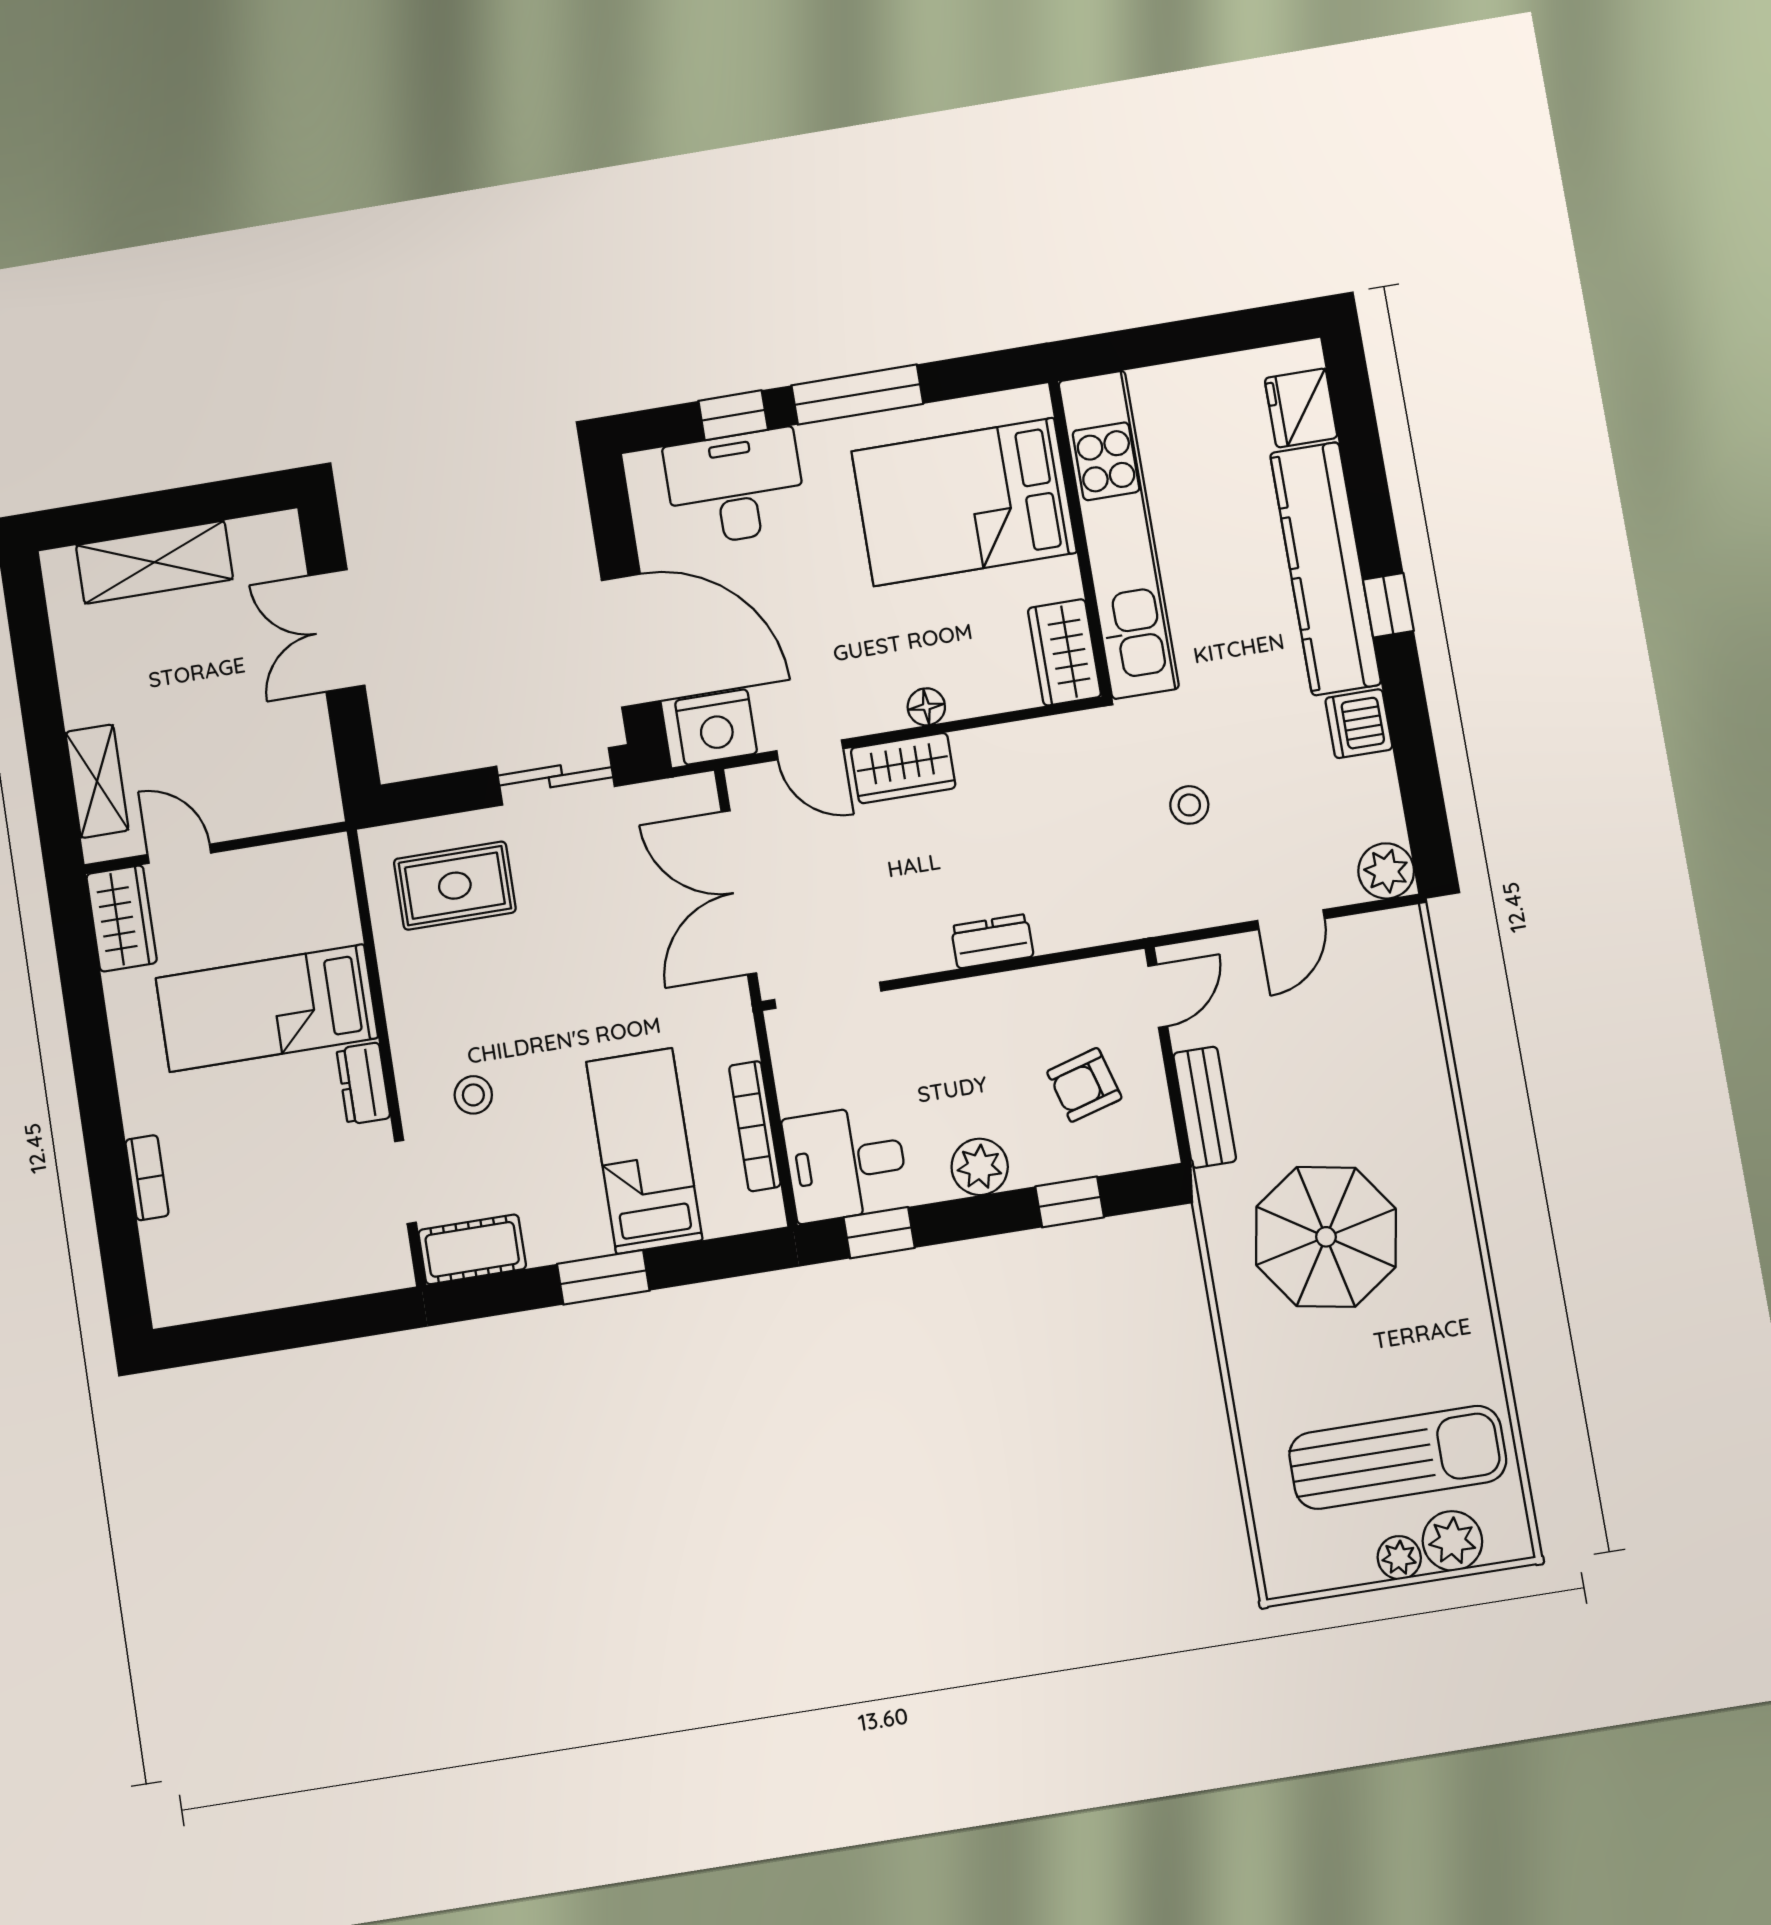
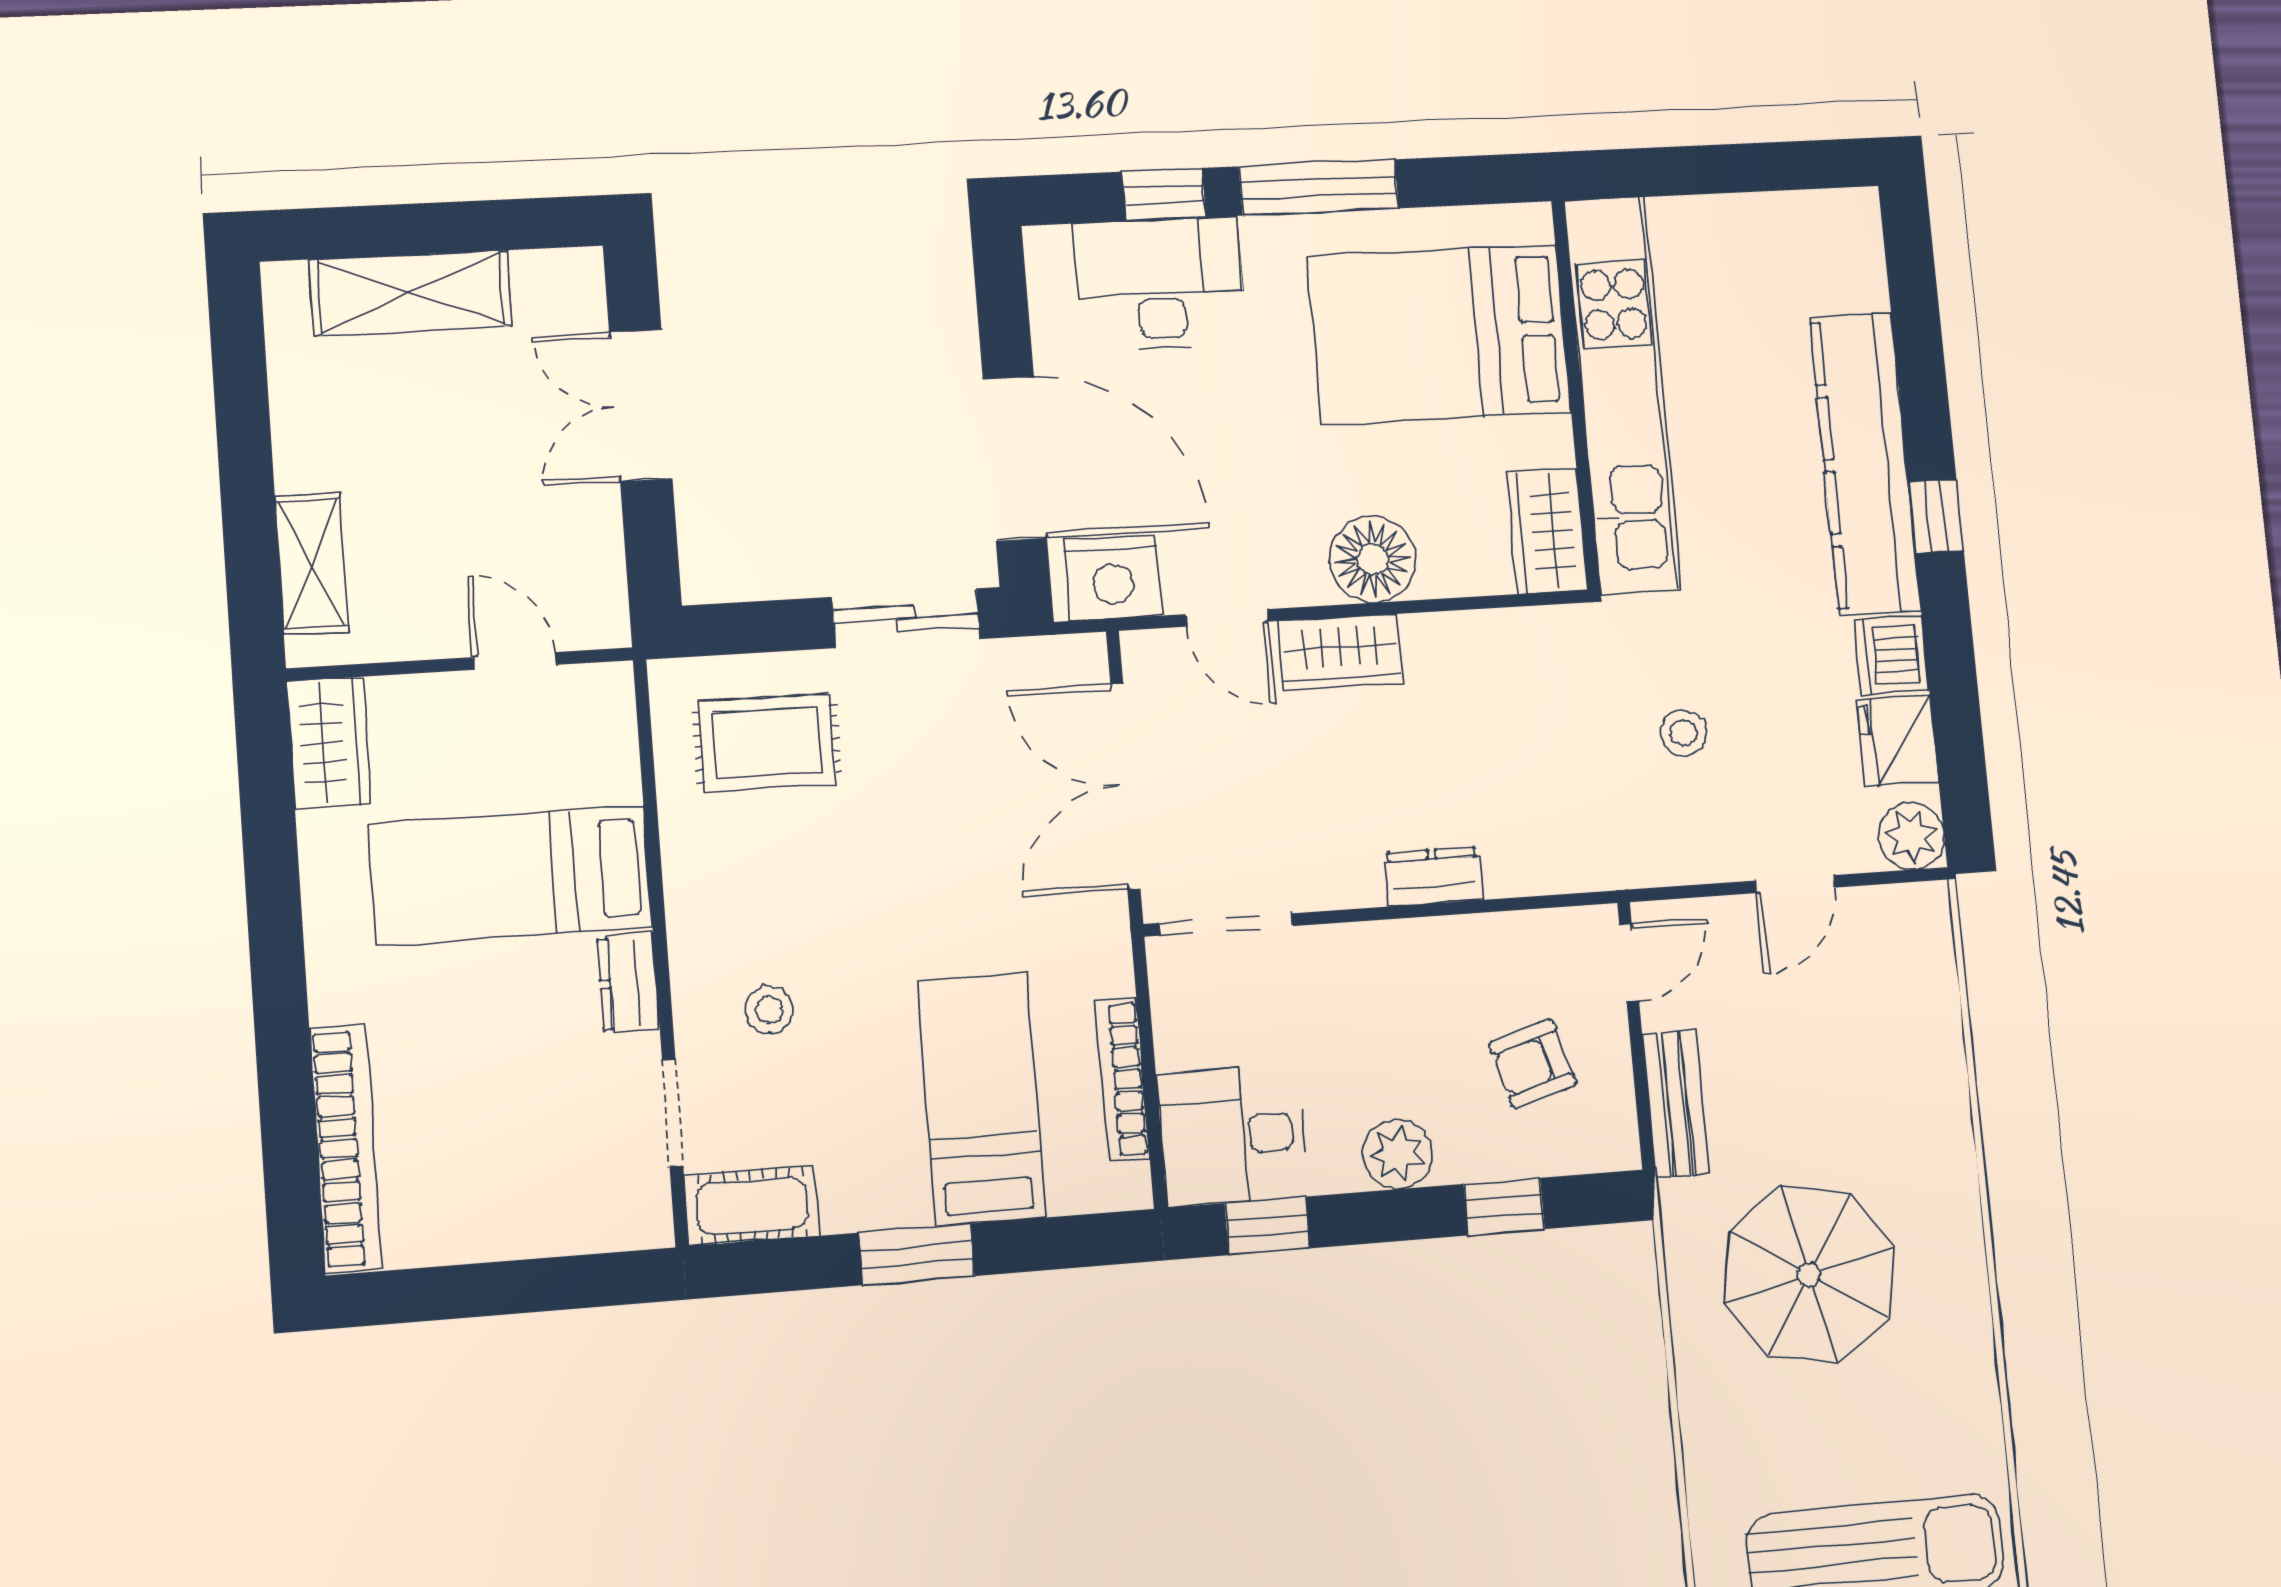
fridge: (1301, 408) -> (1898, 741), moved
floor lamp: (926, 707) -> (1373, 560), width x1.89, depth x1.89
door: (179, 854) -> (514, 661), moved
bookcase: (147, 1178) -> (346, 1148), width x2.31, depth x1.31

